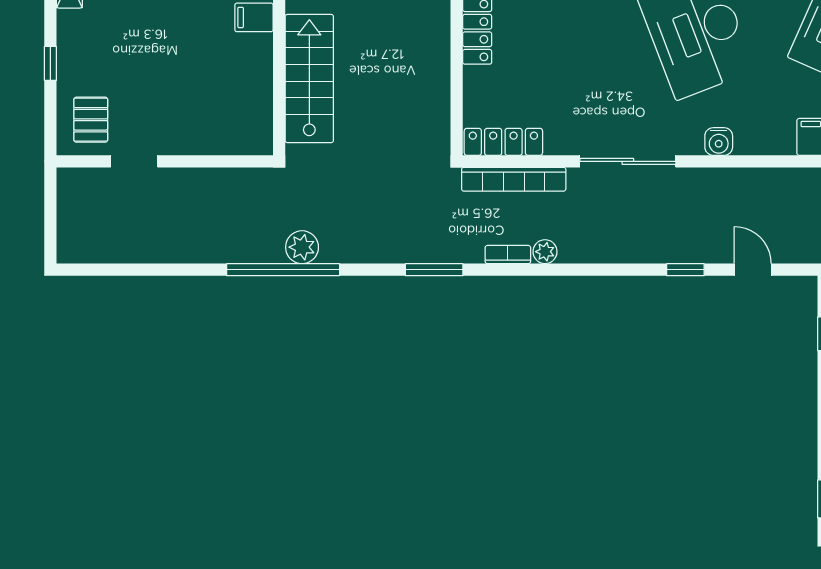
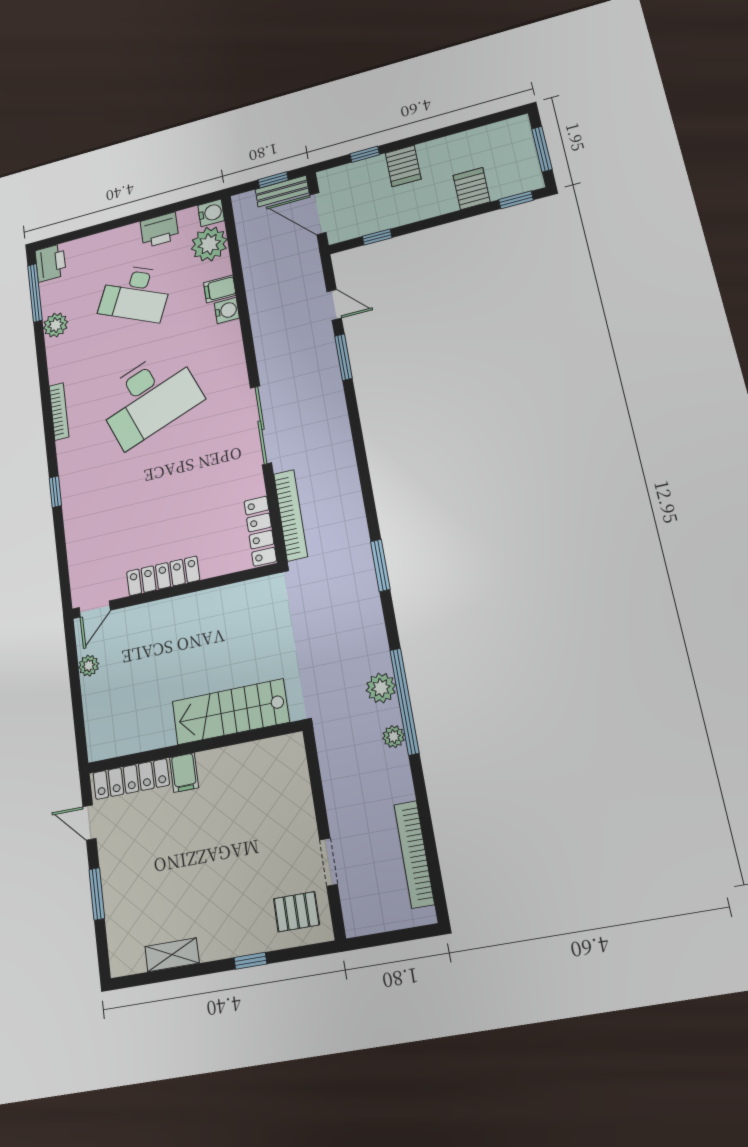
water cooler: (719, 142) -> (227, 311), moved
plant: (545, 252) -> (394, 737), moved
bookcase: (508, 255) -> (414, 854), moved, width x2.31, depth x1.31
window: (685, 270) -> (343, 357), width x1.50
door: (753, 270) -> (334, 305), swing flipped

